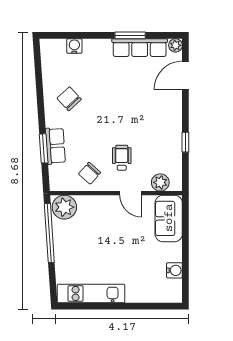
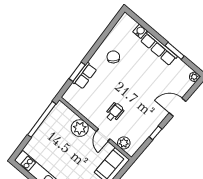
row of seats: (140, 48) -> (159, 49), moved
door: (185, 75) -> (178, 107), moved
chair: (90, 173) -> (90, 106), removed
plant: (64, 207) -> (80, 128), moved

